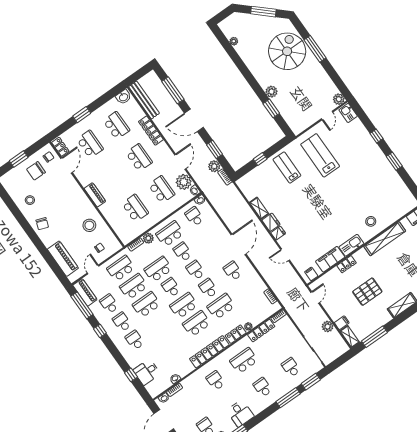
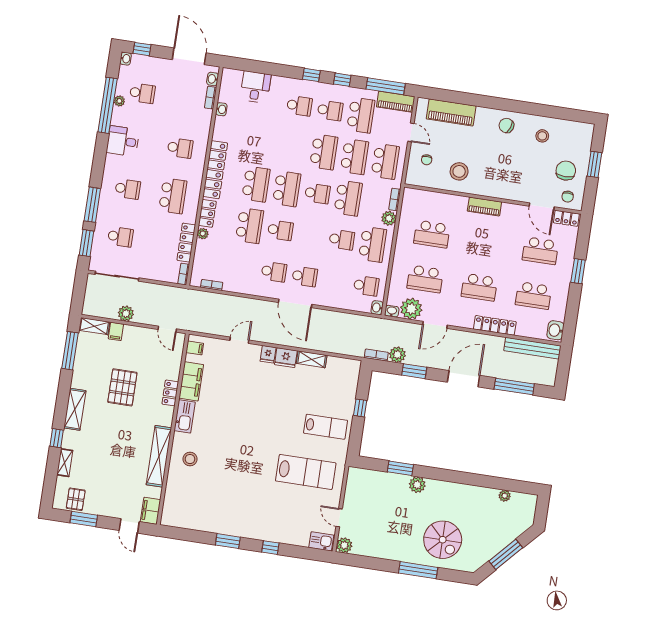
spiral stairs: (287, 51) -> (443, 540), width x0.73, depth x0.73
door: (180, 162) -> (435, 325), hinge flipped
school desk: (195, 270) -> (305, 276), moved
school desk: (109, 304) -> (361, 115), width x1.85
window: (131, 375) -> (311, 75), moved

